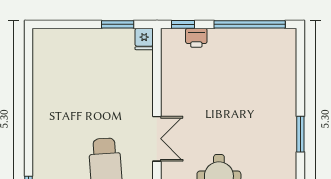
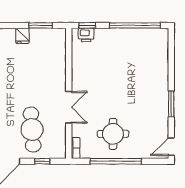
printer: (196, 38) -> (86, 35), moved
fridge: (144, 39) -> (22, 36), moved

